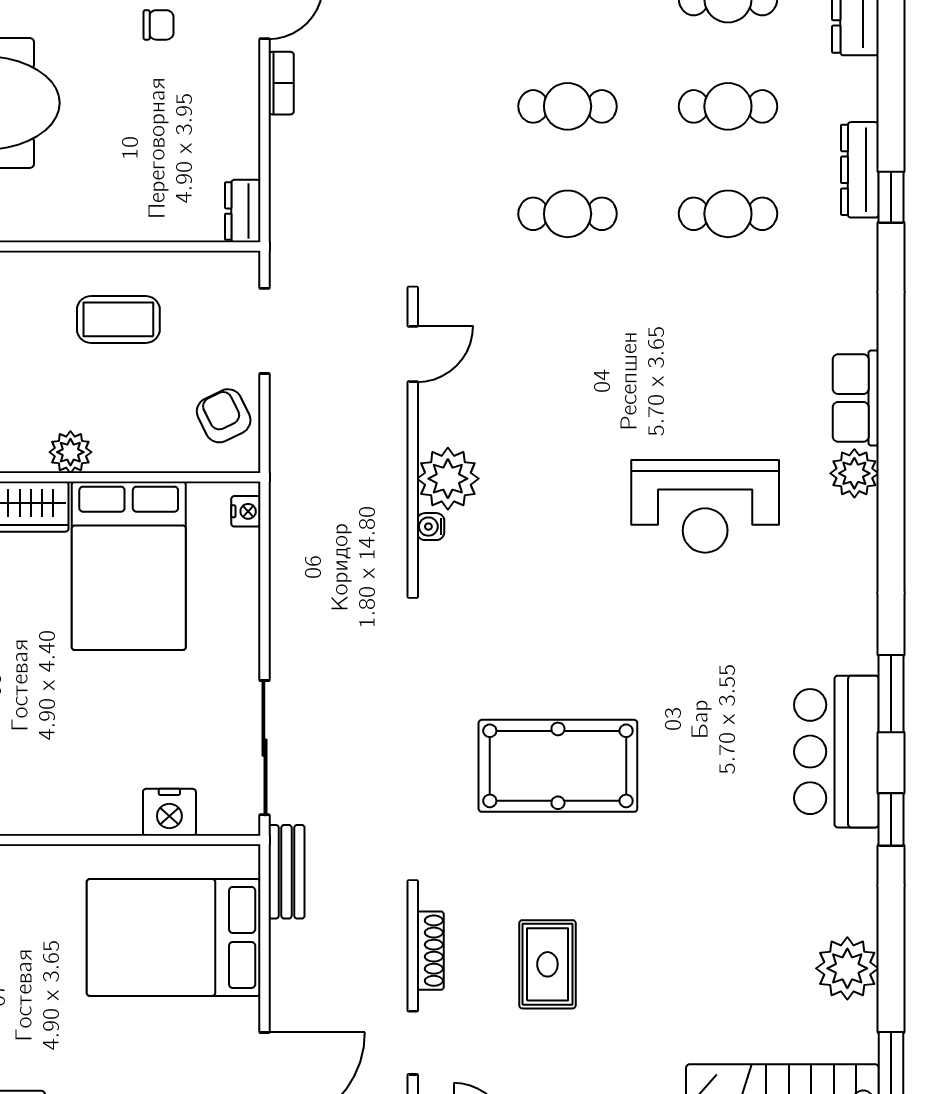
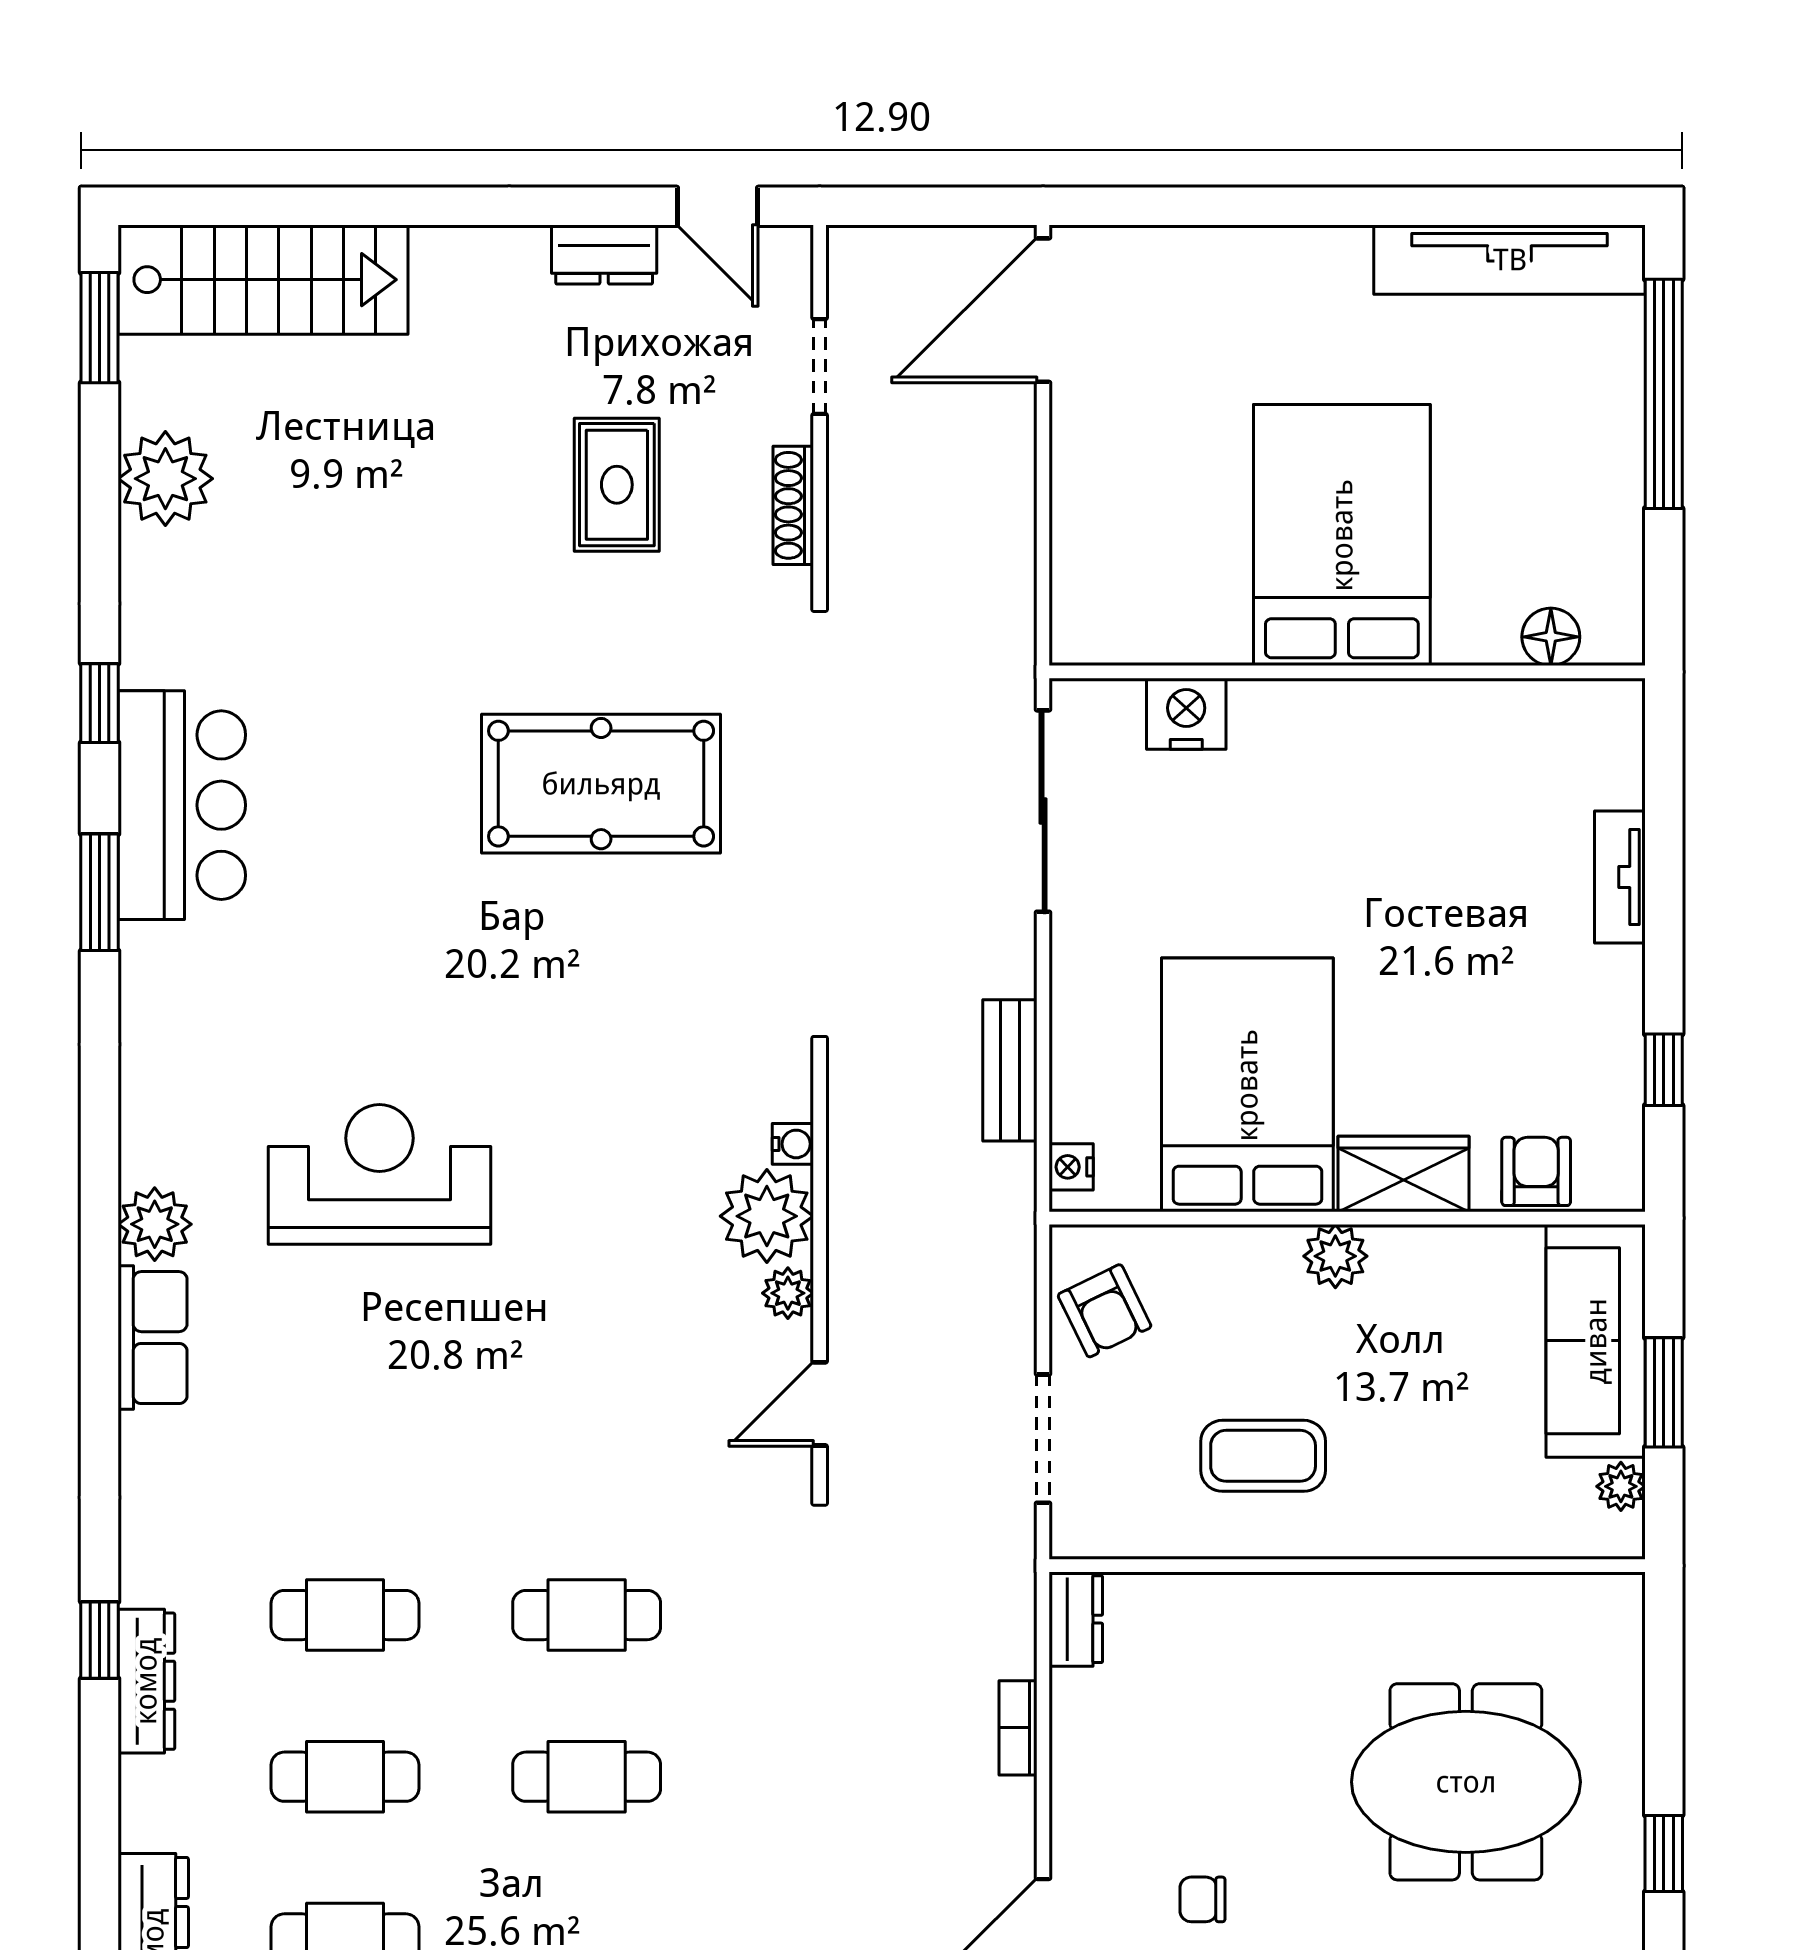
bookcase: (281, 83) -> (1018, 1728), moved
plant: (434, 428) -> (788, 1293), added
bench: (286, 872) -> (1010, 1070), moved
bed: (174, 937) -> (1342, 535), moved, turned -90

